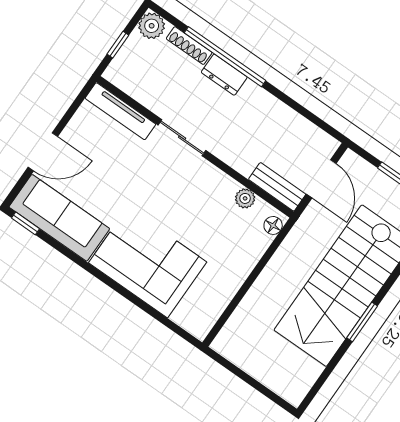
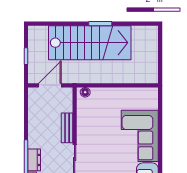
bench: (277, 187) -> (67, 128), moved
plant: (245, 198) -> (82, 113), removed

